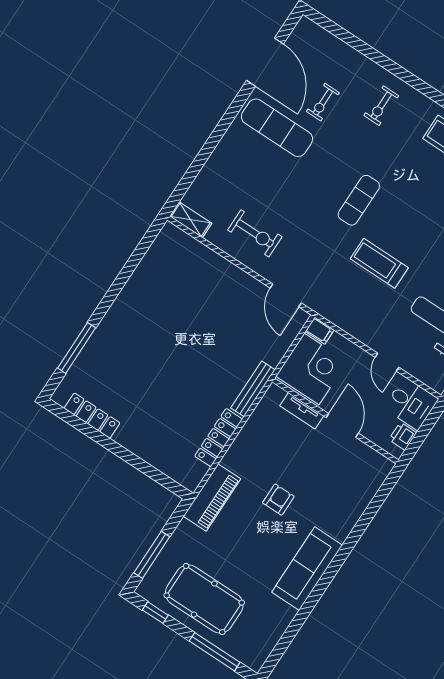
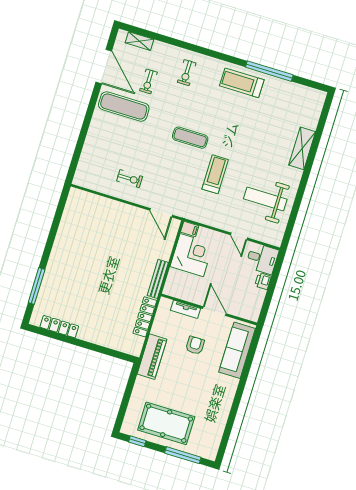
exercise mat: (359, 200) -> (190, 138), turned 90
shelving: (191, 220) -> (140, 41), moved
exercise bike: (255, 233) -> (130, 179), width x0.73, depth x0.72
treadmill: (379, 263) -> (215, 174), turned 90
tv unit: (302, 411) -> (185, 309), moved
wall: (335, 421) -> (209, 309), moved
door: (342, 425) -> (214, 311), moved
window: (152, 555) -> (124, 405), removed
sofa: (307, 569) -> (237, 350), moved

